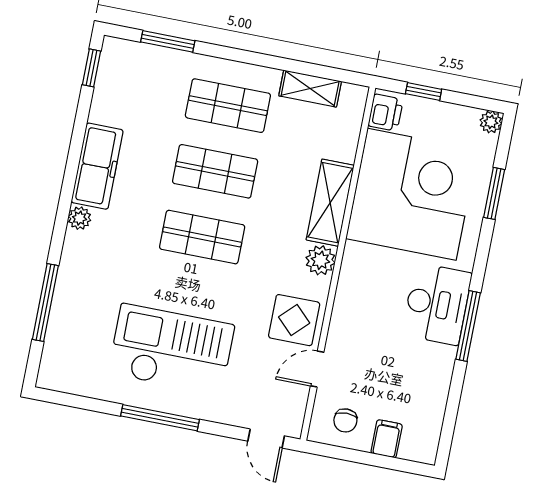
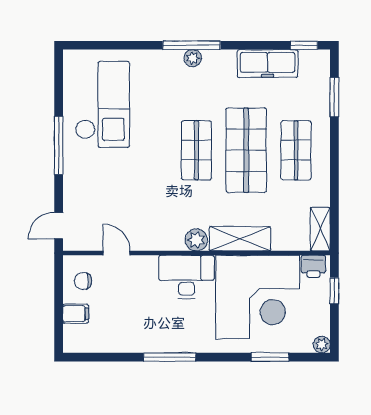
shelving: (310, 89) -> (320, 229), moved
freezer: (97, 166) -> (268, 64), moved
shop shelf: (215, 171) -> (246, 150), width x1.43, depth x1.36
window: (45, 303) -> (192, 45), moved
desk: (437, 304) -> (186, 277), moved, turned 180
display table: (294, 320) -> (149, 229), removed
checkout: (171, 349) -> (102, 104), moved

